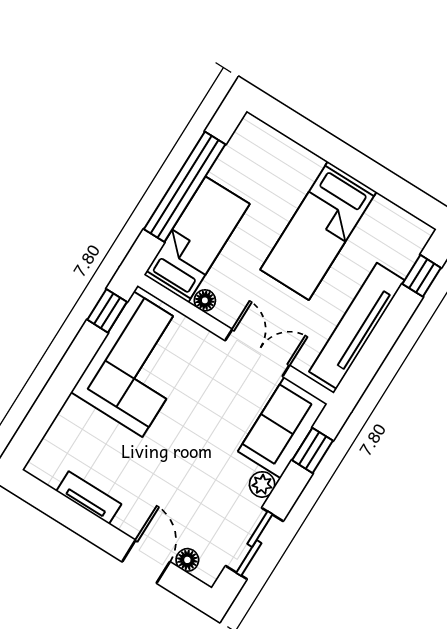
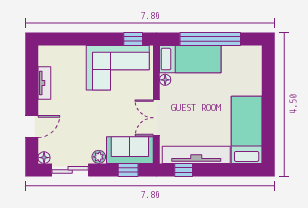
bed: (318, 231) -> (247, 130), moved, turned 90
window: (422, 276) -> (184, 170), moved
double door: (257, 353) -> (156, 118), swing flipped
floor lamp: (187, 560) -> (44, 158), moved

